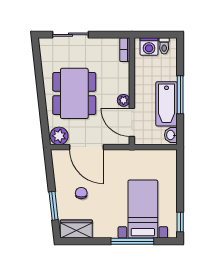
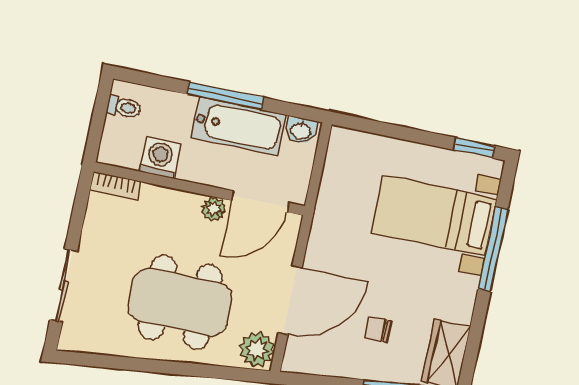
washing machine: (149, 47) -> (160, 158), moved, turned -90

